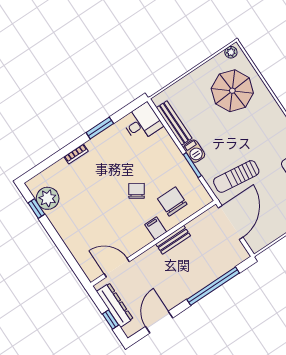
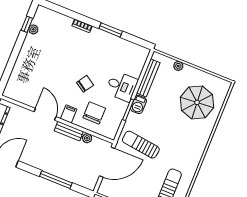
plant: (231, 52) -> (178, 66), moved
desk: (142, 123) -> (122, 86), moved
plant: (48, 198) -> (33, 29), width x0.53, depth x0.53
plant: (193, 226) -> (87, 138), added
door: (117, 268) -> (45, 114), moved
window: (213, 286) -> (56, 180), width x0.68

